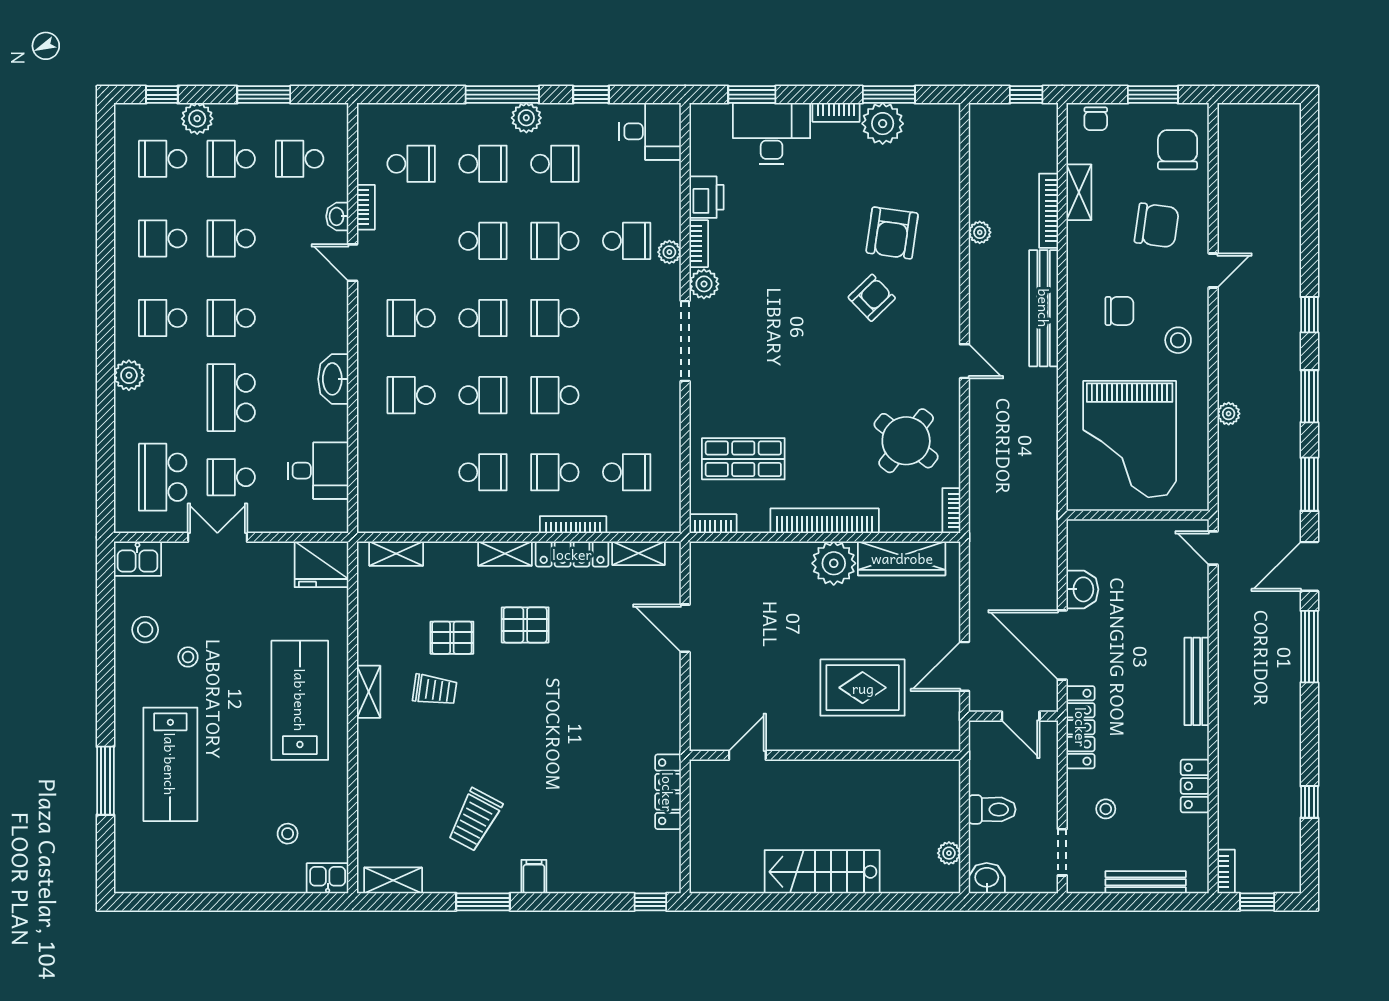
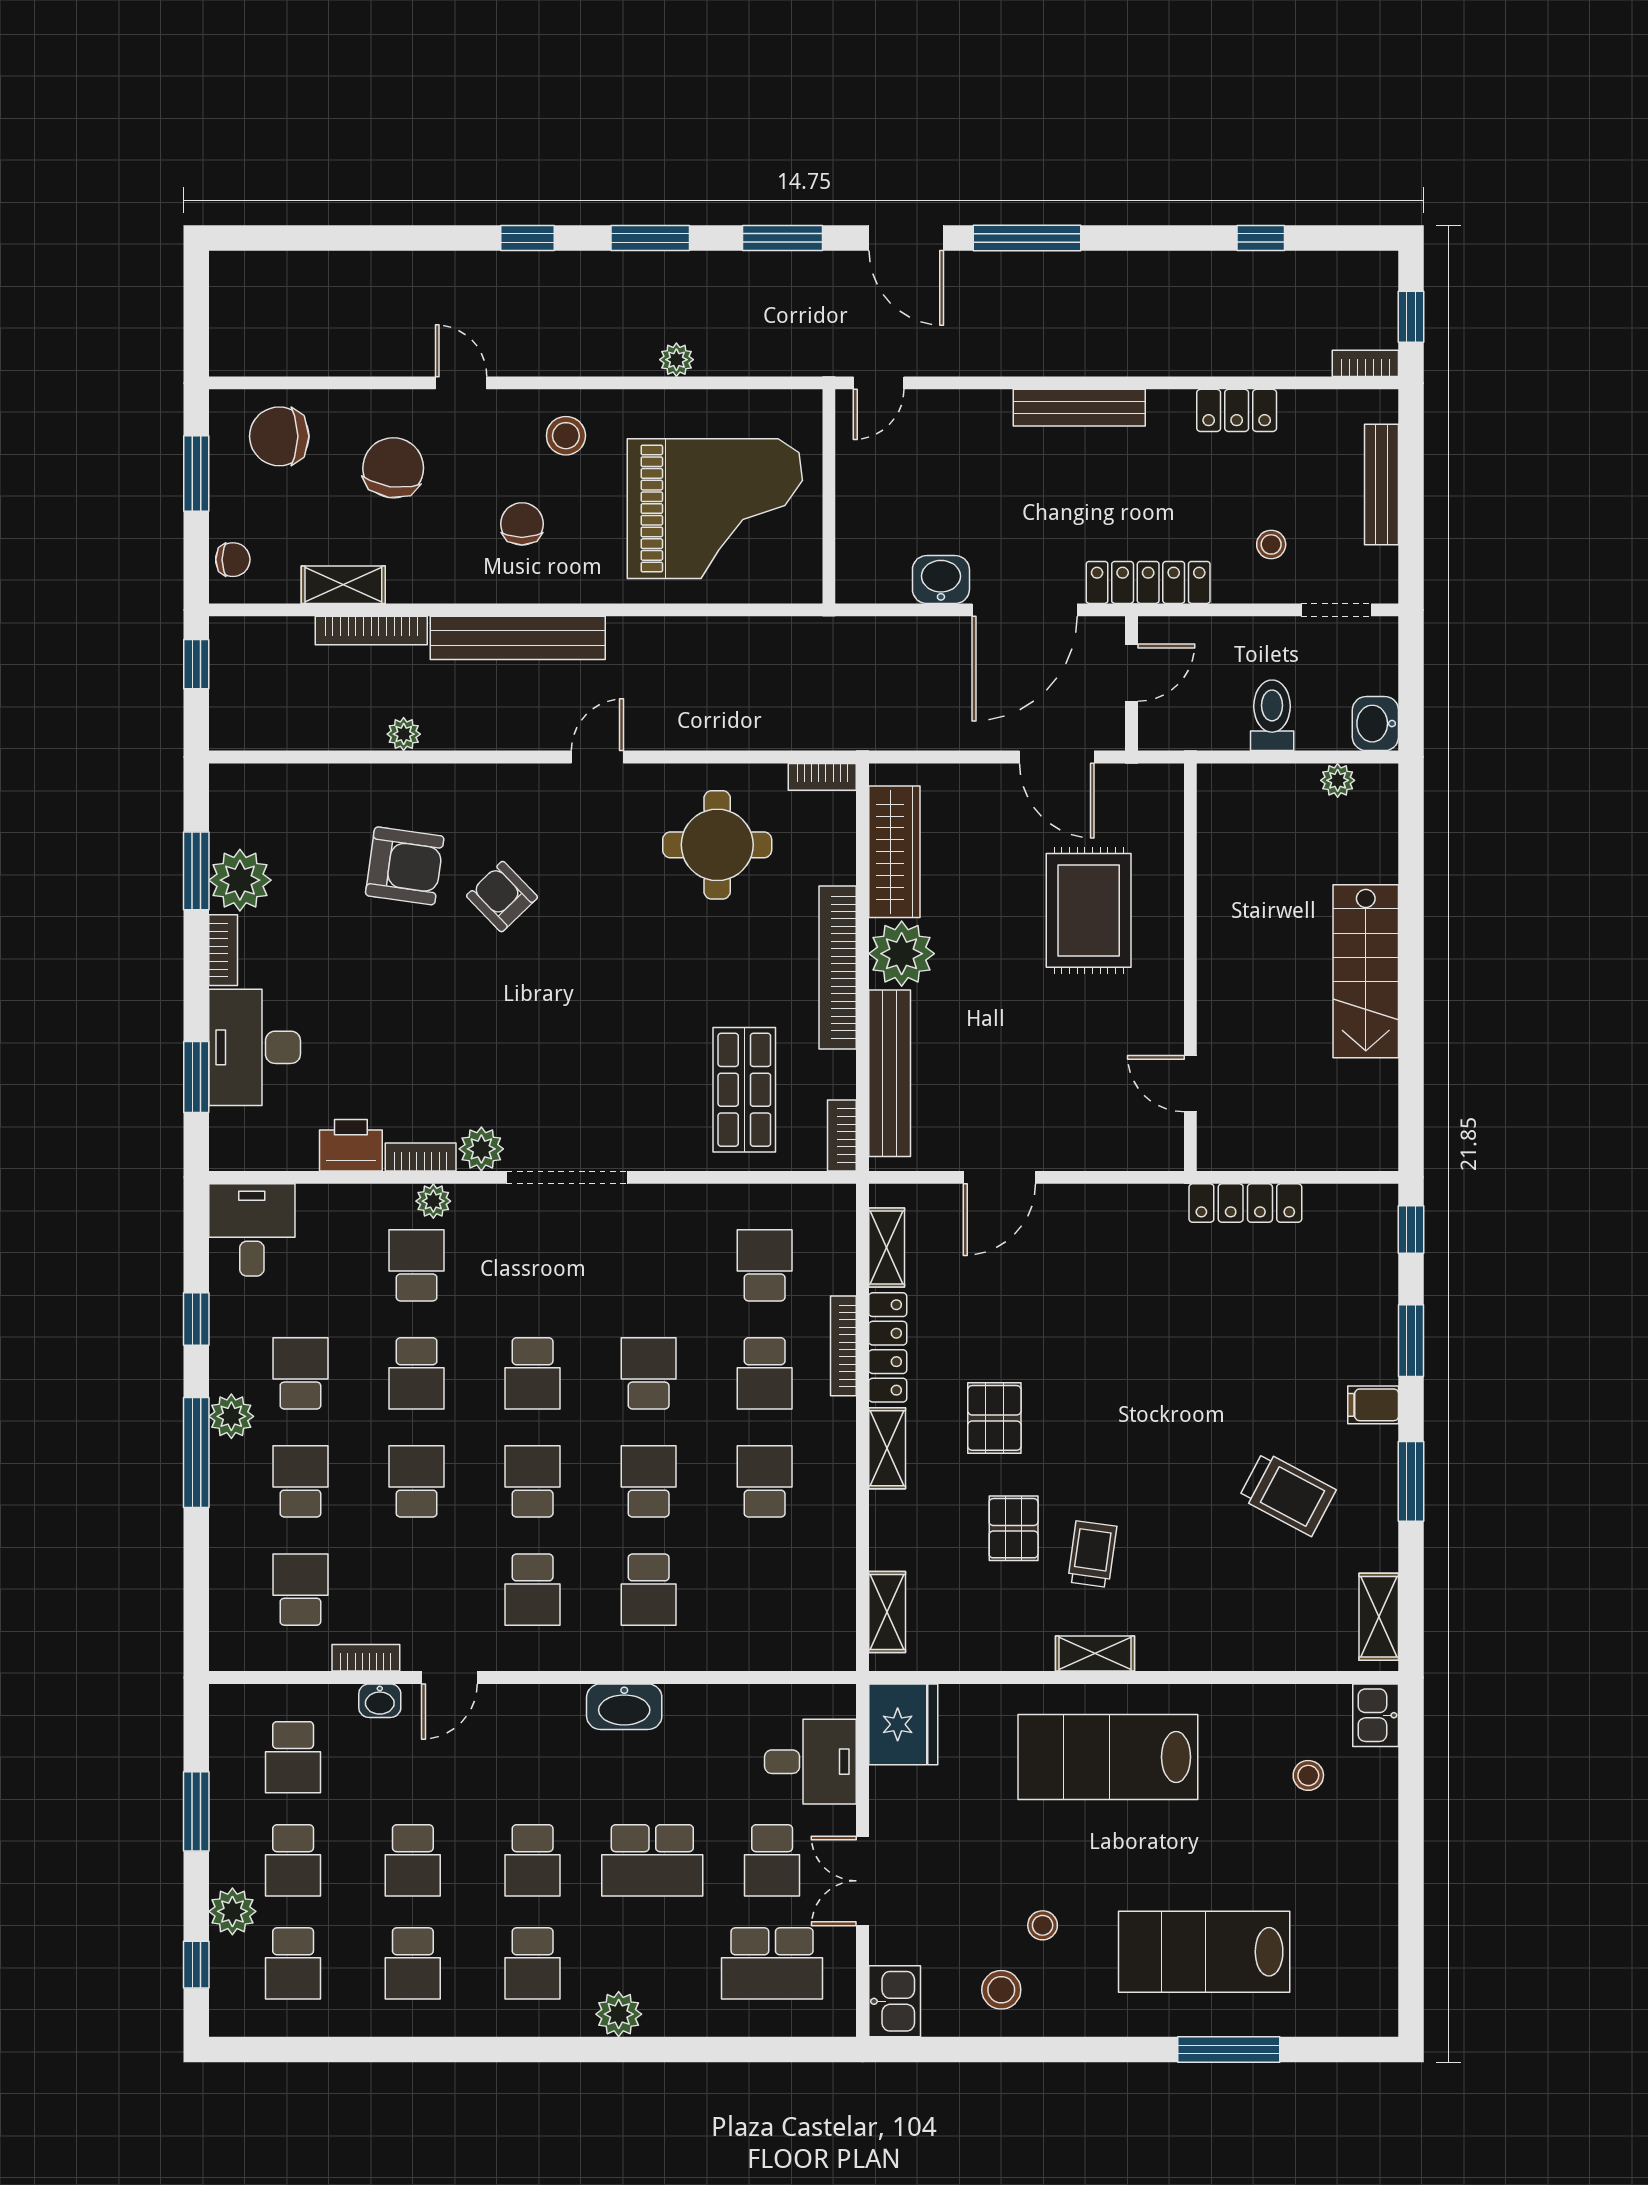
school desk: (555, 395) -> (649, 1373), turned 180
round table: (906, 441) -> (717, 845), turned -38
desk: (318, 471) -> (810, 1762), moved, turned 90
bench: (754, 555) -> (890, 1073), added
lab bench: (170, 764) -> (1204, 1952), turned 180
window: (577, 902) -> (1411, 1341), added

